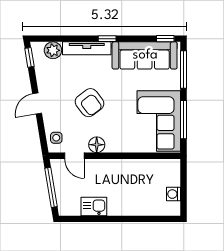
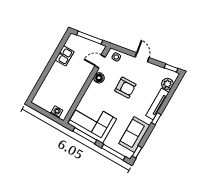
sofa: (145, 55) -> (134, 135), width x0.73
armchair: (90, 103) -> (125, 88), turned -145
washing machine: (173, 194) -> (57, 112), moved

